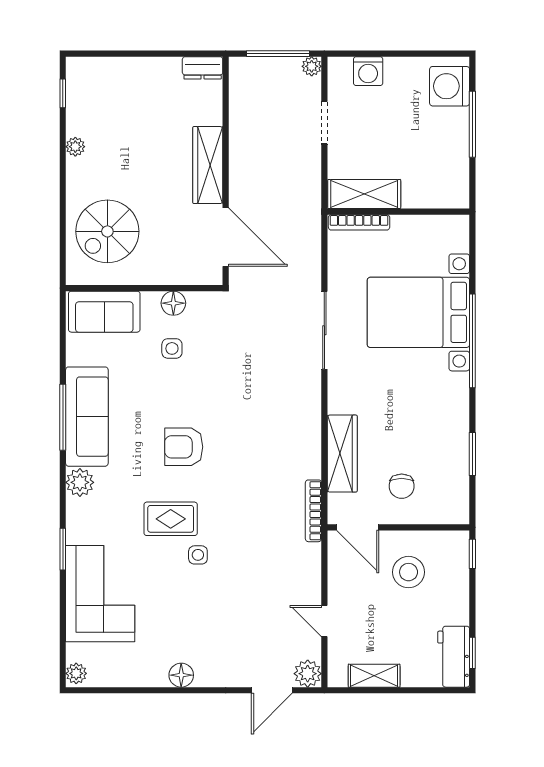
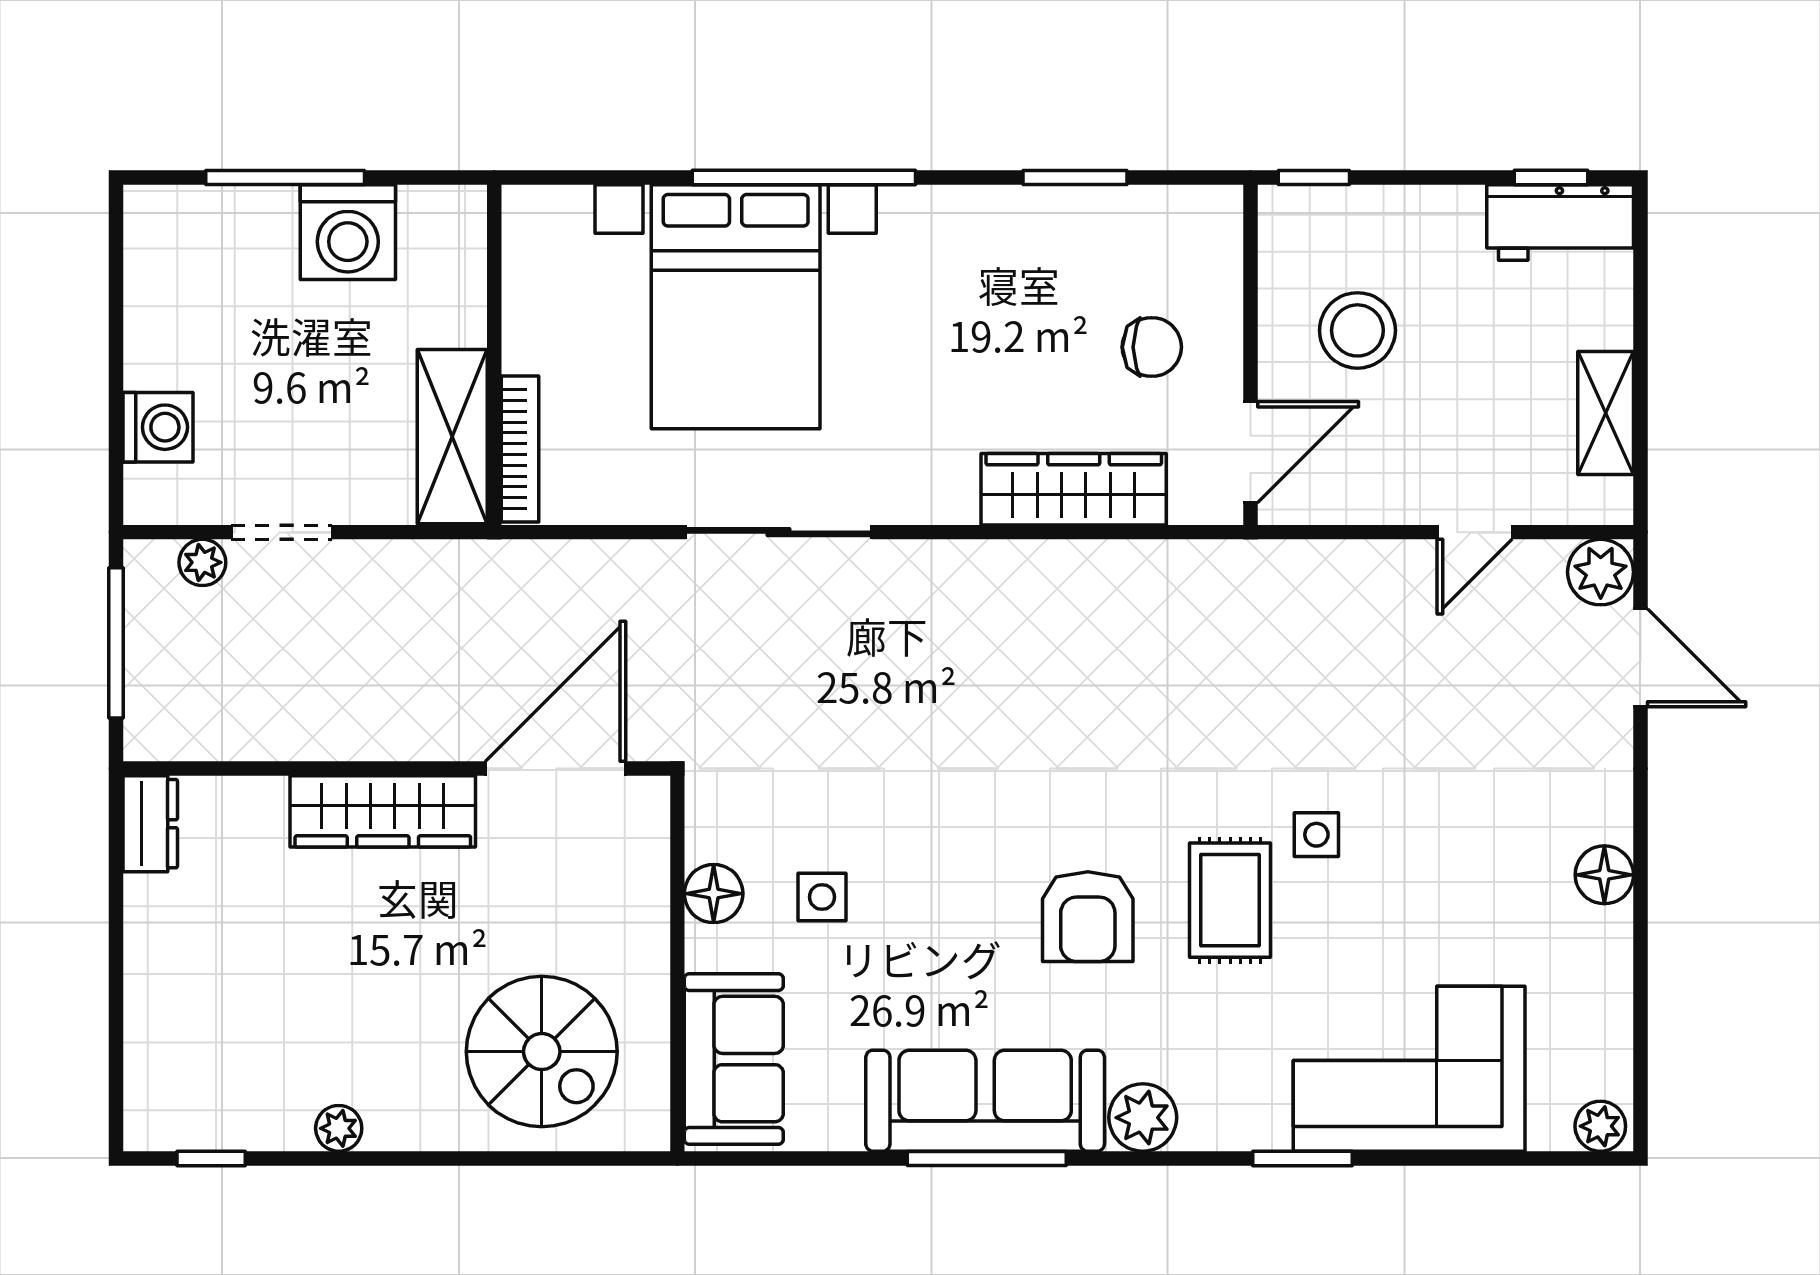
plant: (312, 66) -> (202, 562), moved
washing machine: (450, 86) -> (348, 232), moved
armchair: (184, 447) -> (1088, 917), moved
bookcase: (313, 511) -> (1211, 558), removed

